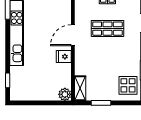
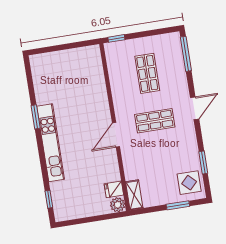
fridge: (64, 57) -> (114, 189), moved
window: (101, 103) -> (178, 205), moved

